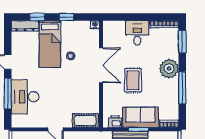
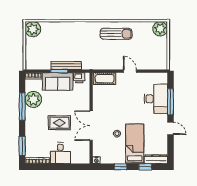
plant: (169, 69) -> (33, 99), moved
rug: (133, 80) -> (59, 123), moved, turned 90

